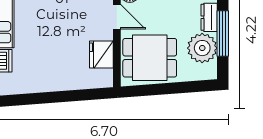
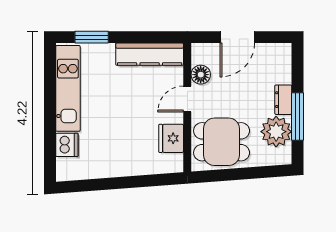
door: (117, 17) -> (187, 99), swing flipped

